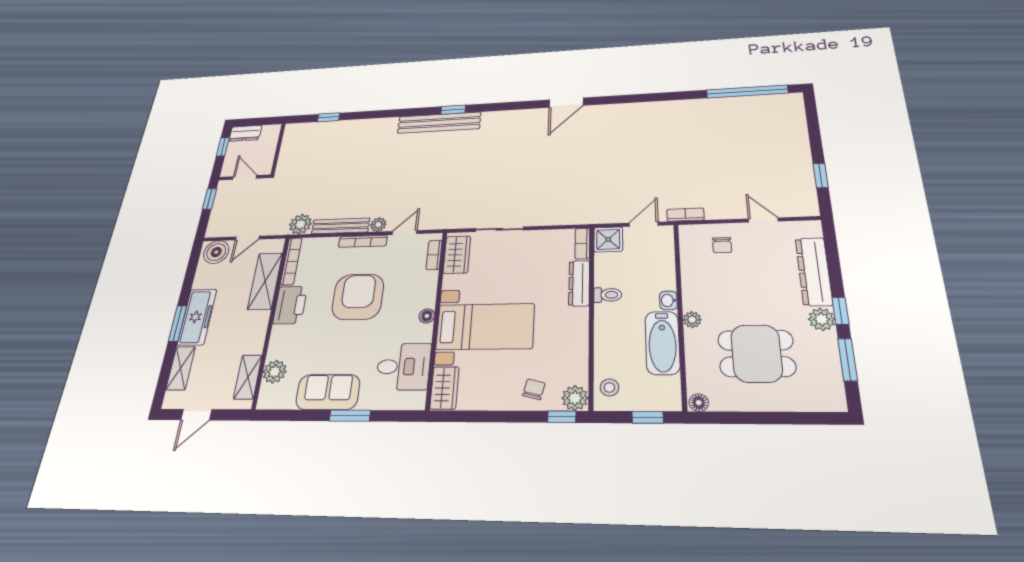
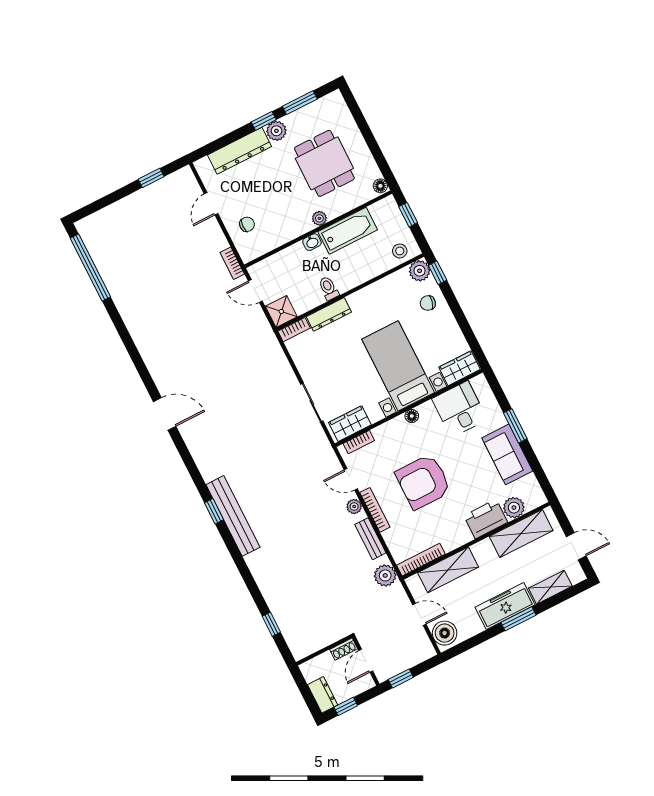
shoe rack: (267, 164) -> (344, 649), added
bench: (341, 226) -> (370, 539), width x0.73
printer: (290, 305) -> (486, 519), moved
shelving: (248, 377) -> (521, 533), width x1.50, depth x1.33

